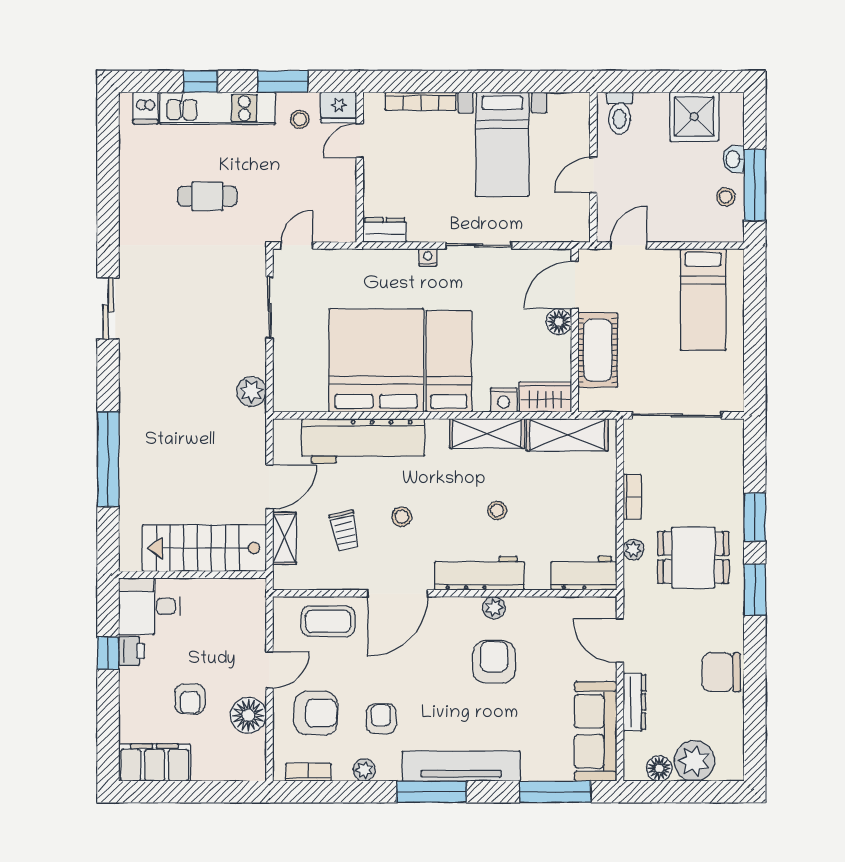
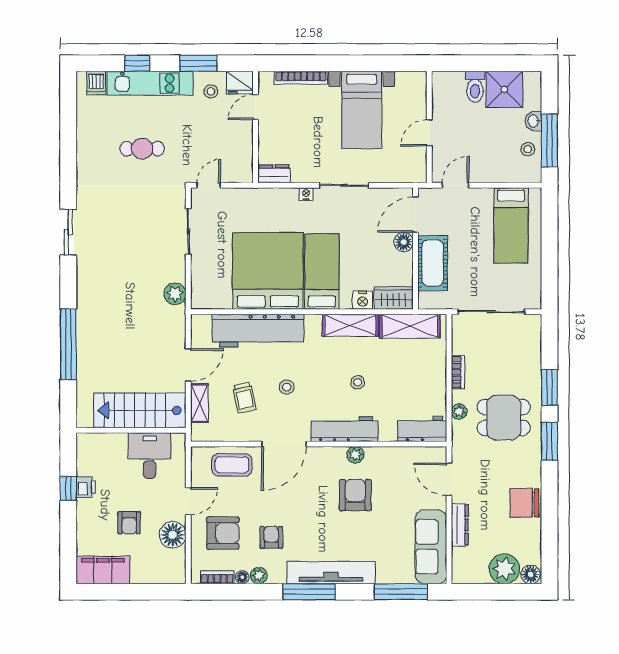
toilet: (620, 113) -> (475, 87), moved
desk: (149, 606) -> (150, 455), moved, turned 90
floor lamp: (659, 769) -> (531, 574), moved
floor lamp: (342, 772) -> (242, 577), added

